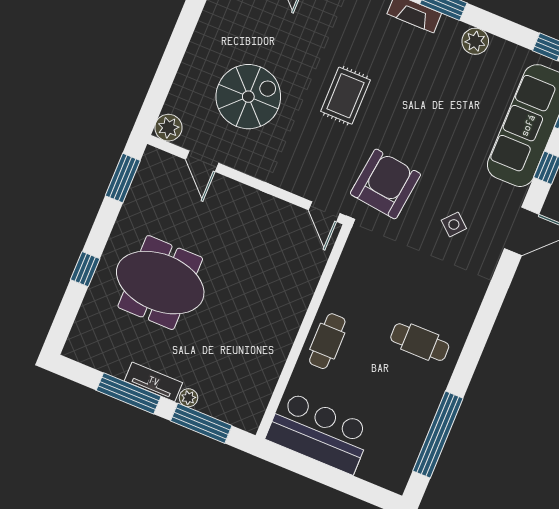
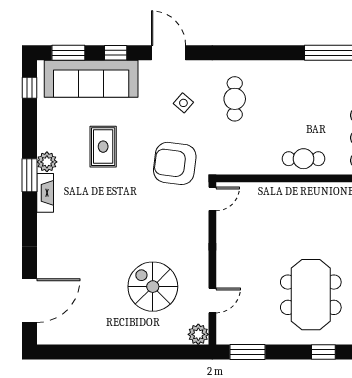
plant: (475, 41) -> (47, 162), moved
rug: (345, 96) -> (103, 147), moved, turned 90
cafe table: (420, 342) -> (235, 99), moved

